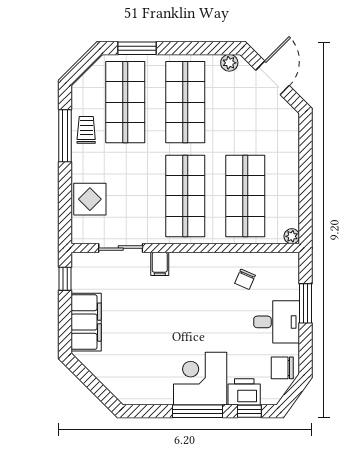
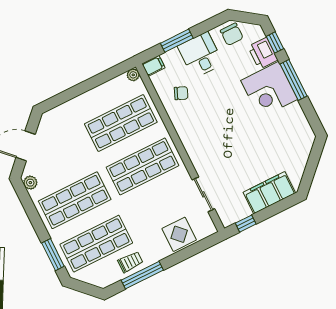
trolley: (86, 130) -> (130, 262), turned 180
filing cabinet: (160, 264) -> (154, 66), moved

